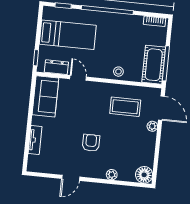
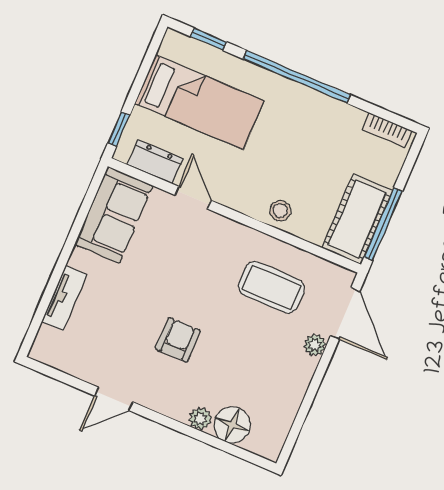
floor lamp: (144, 175) -> (232, 425), moved

